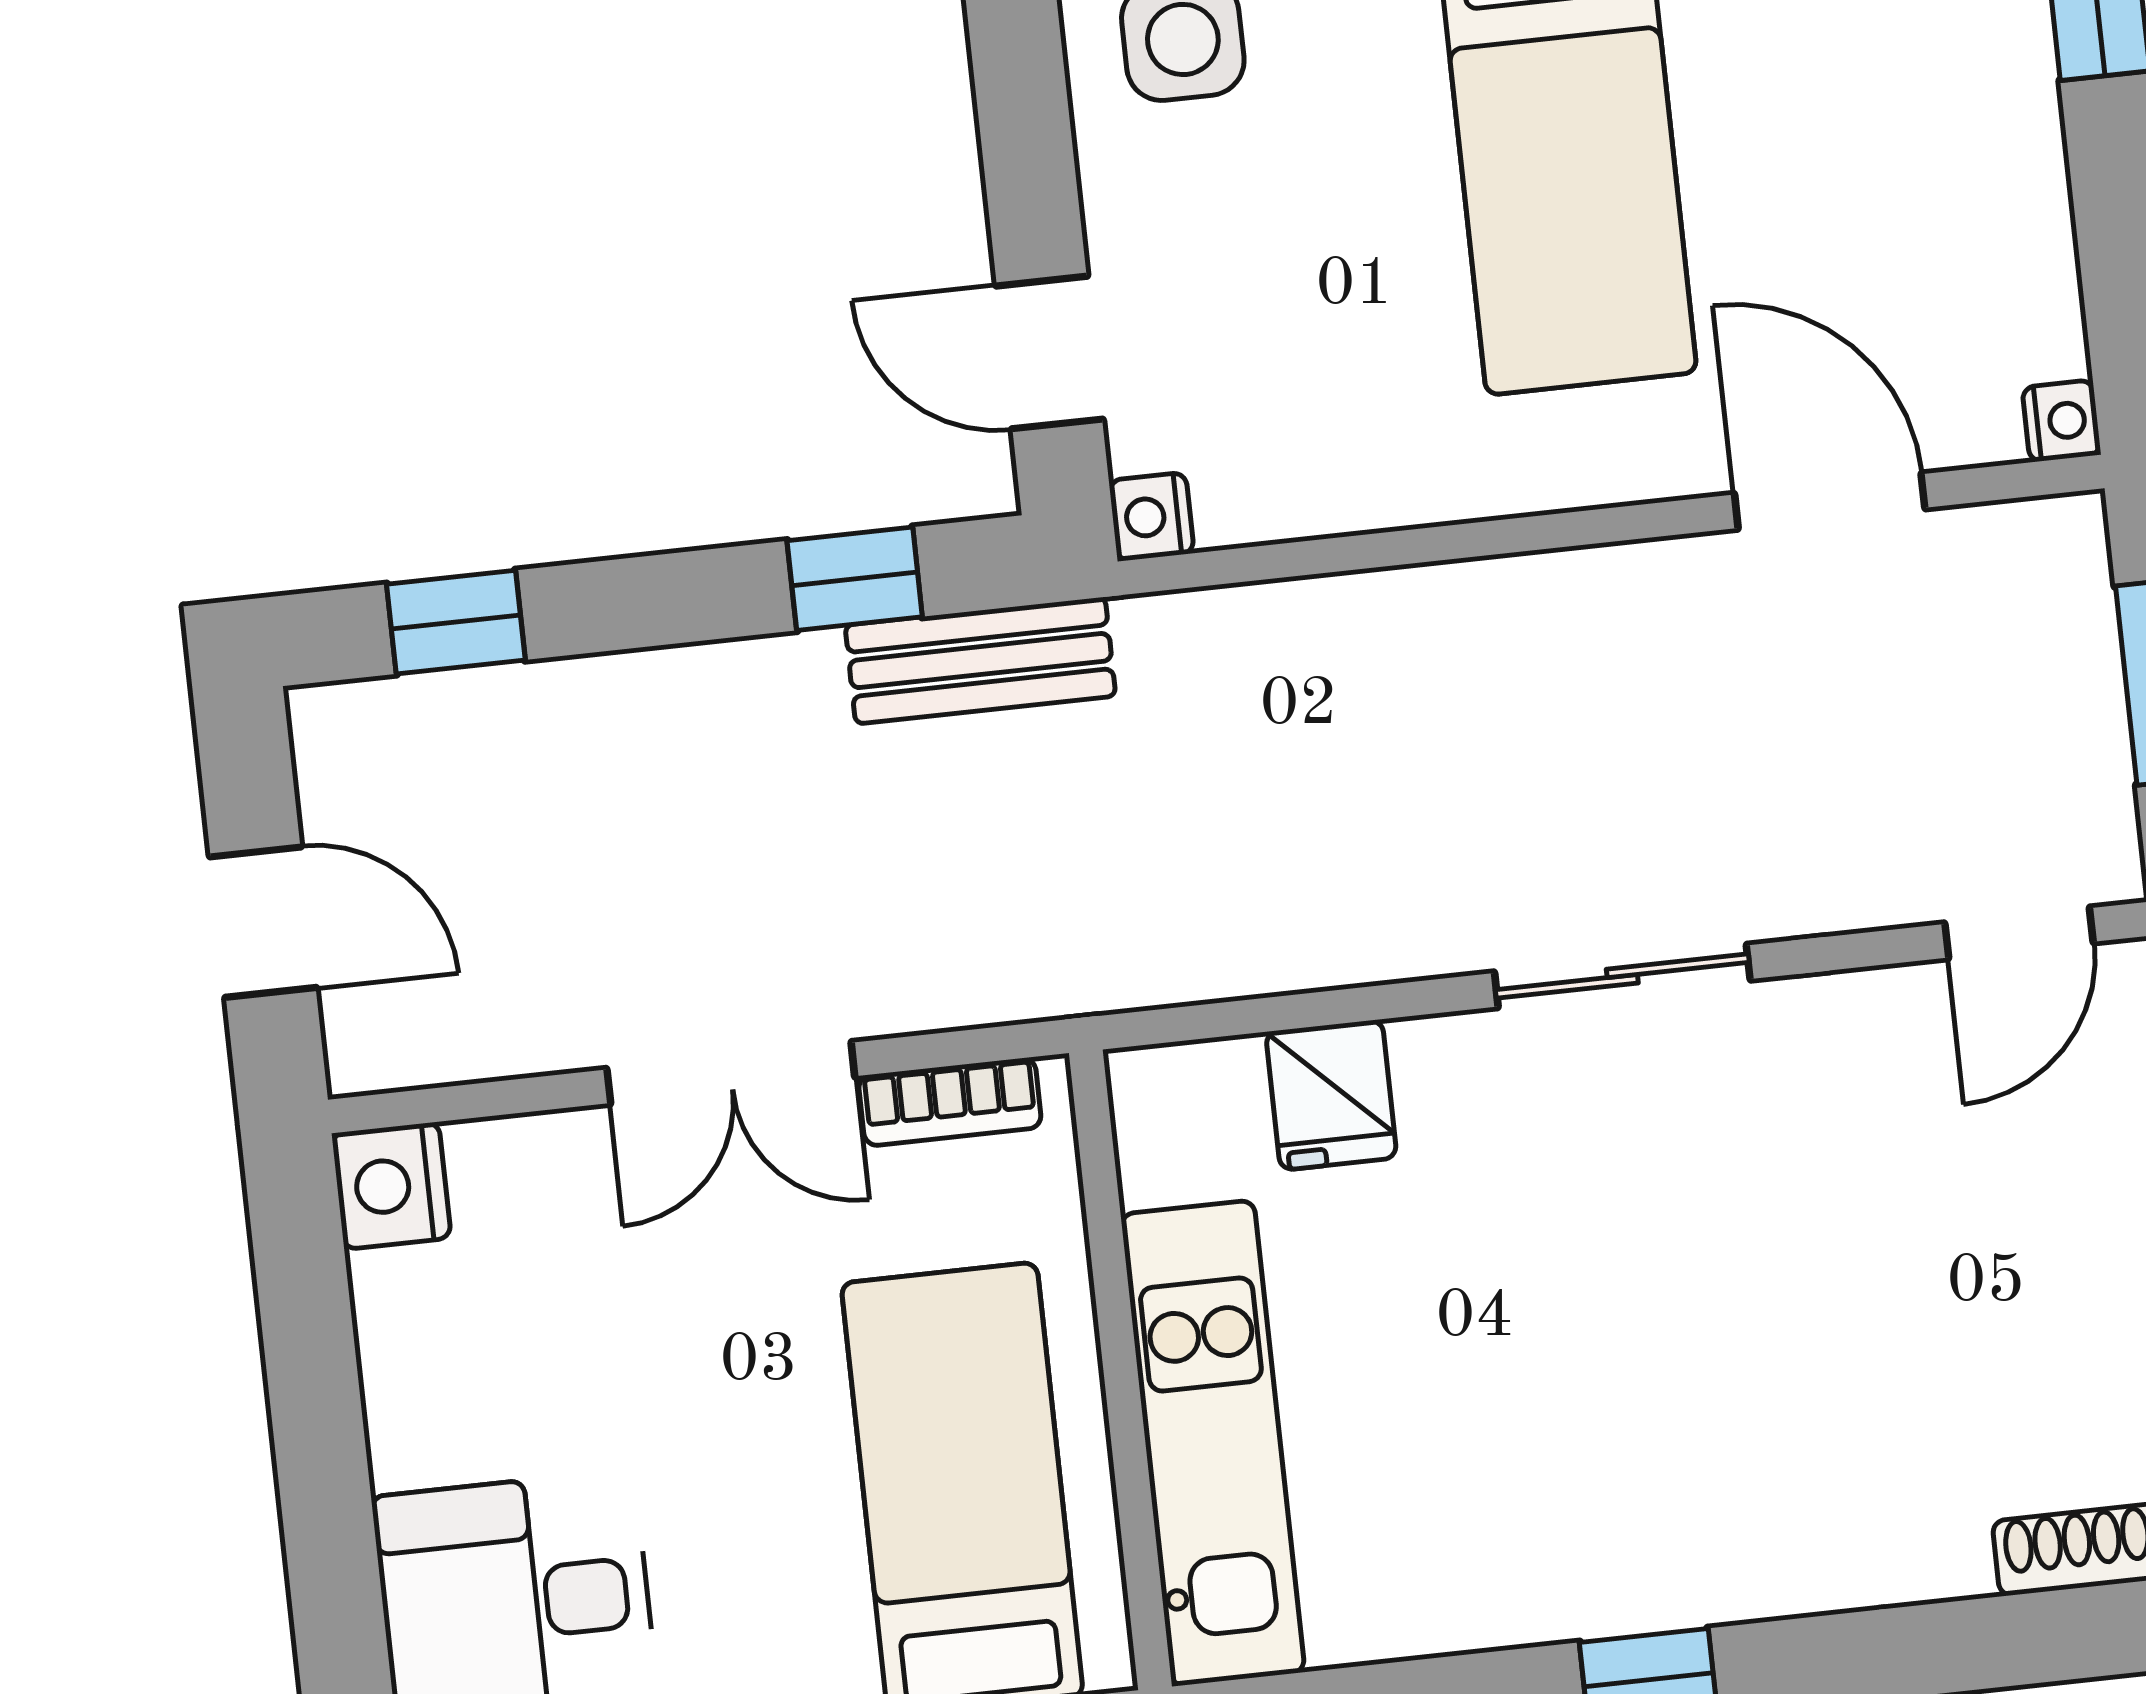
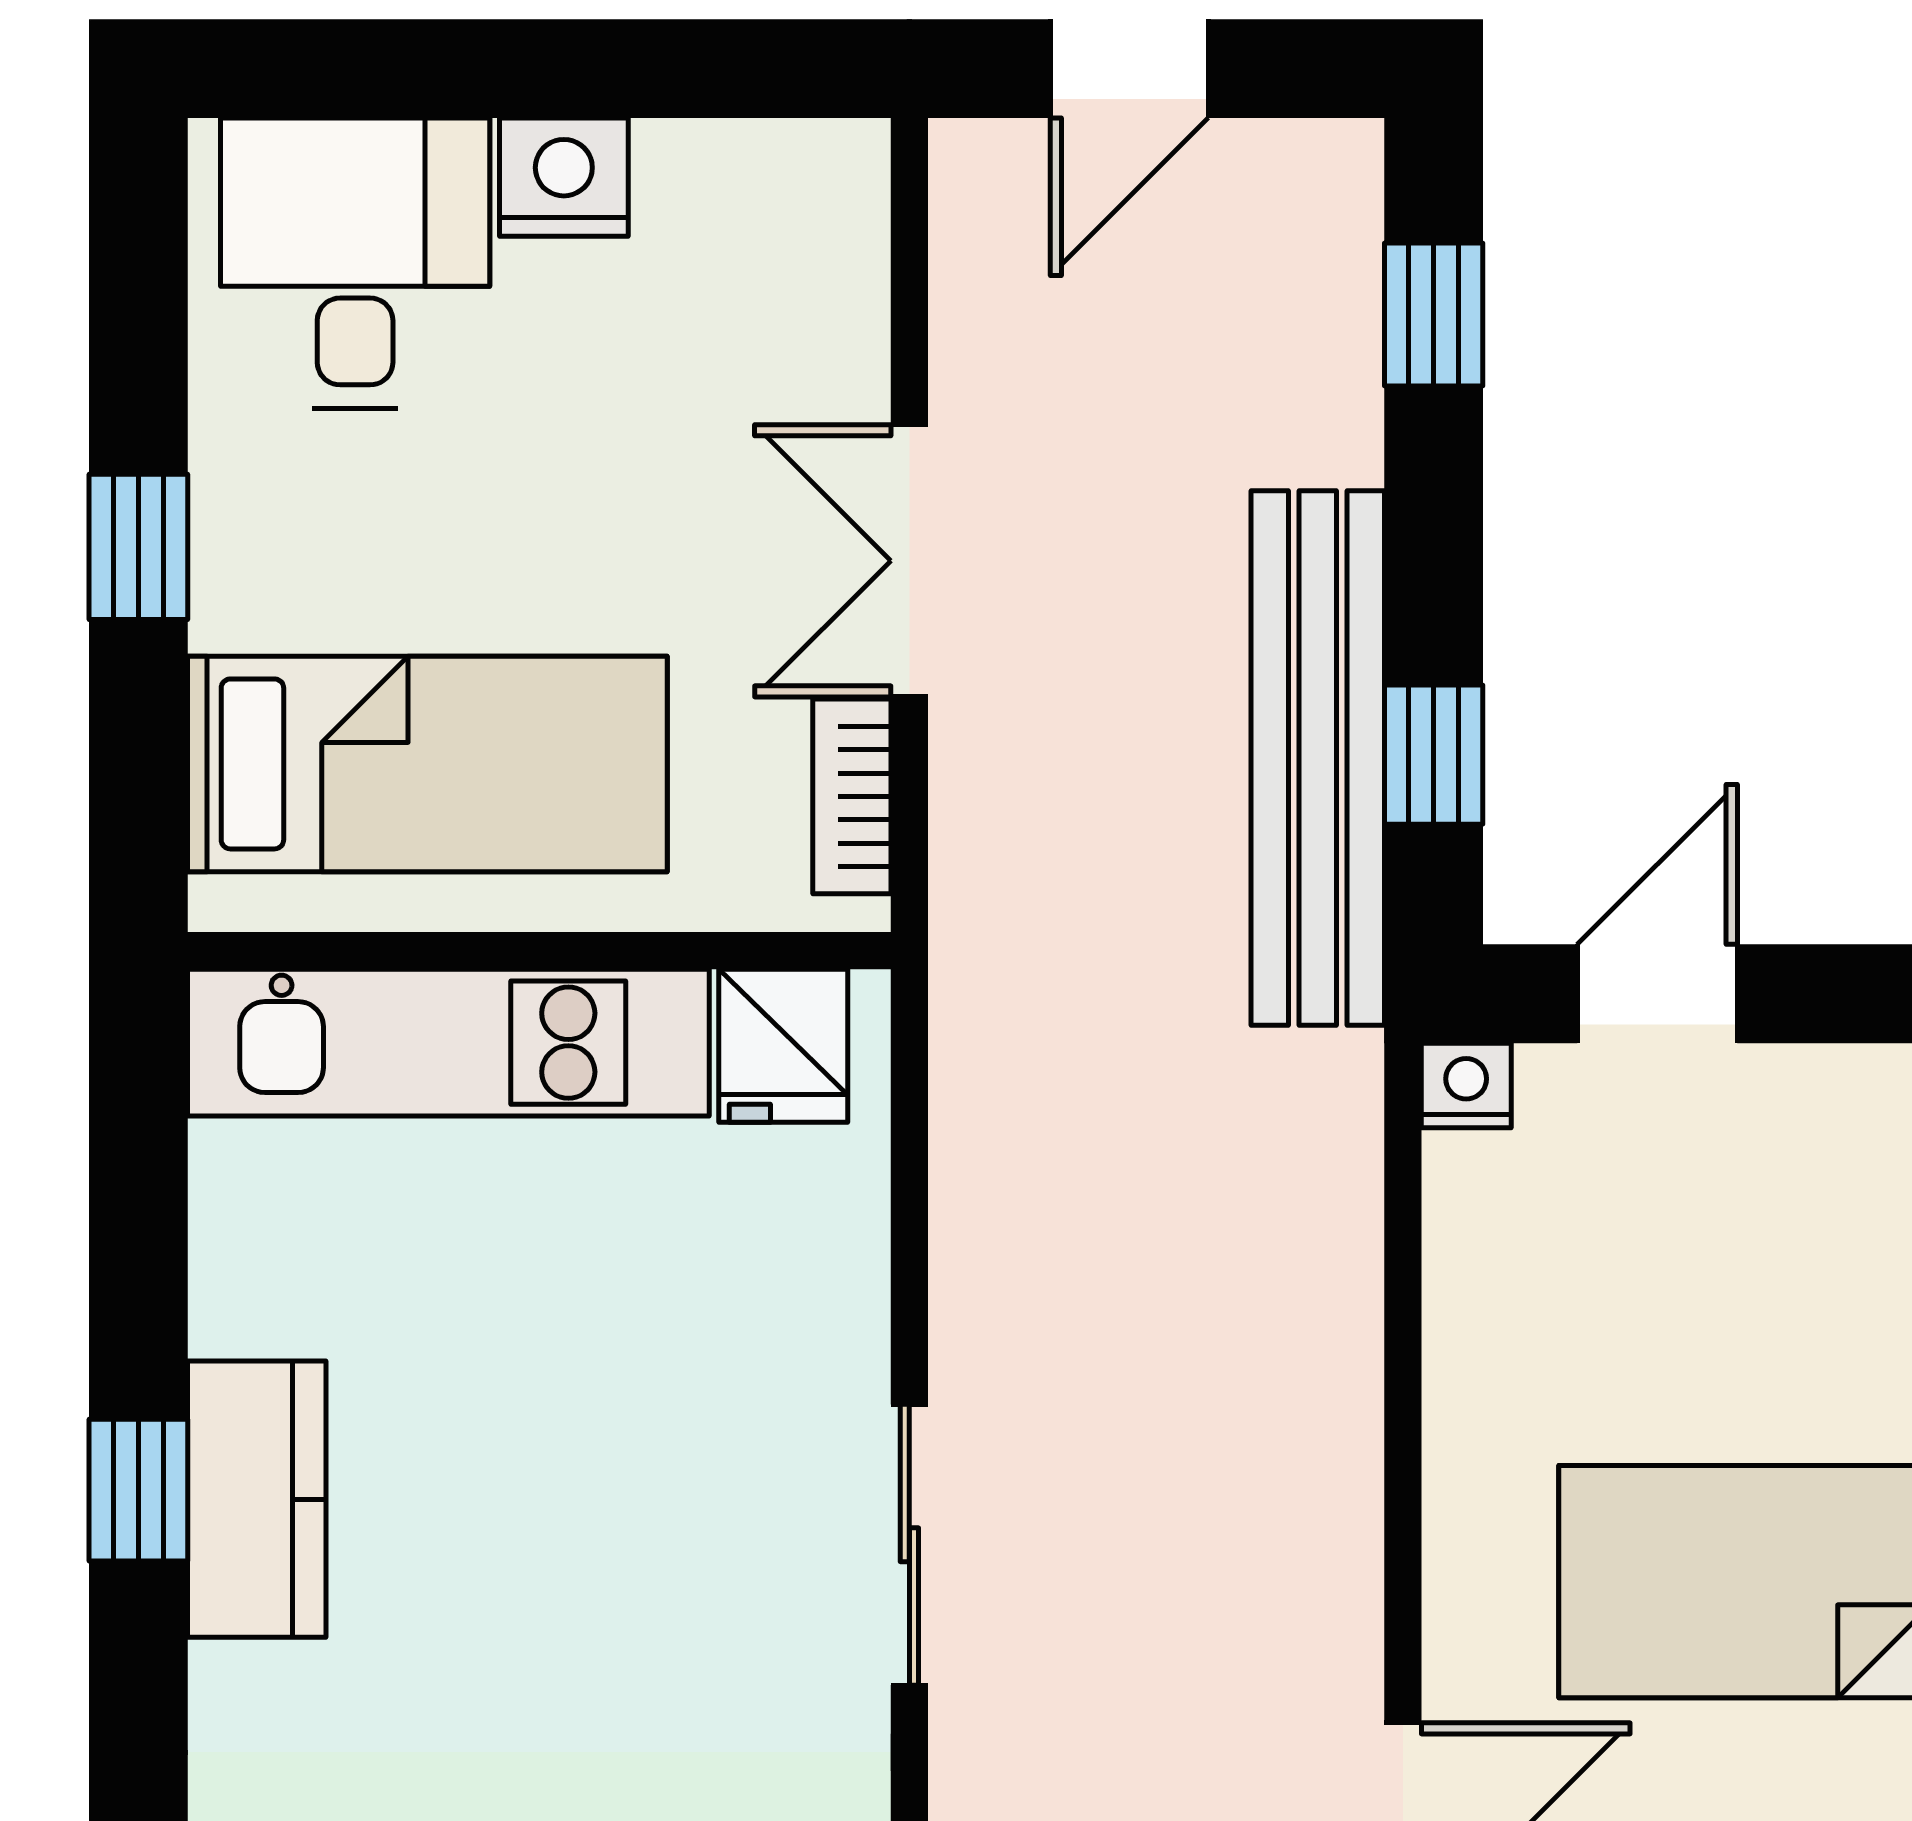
bench: (980, 661) -> (1318, 758), width x1.86, depth x1.21
fridge: (1331, 1095) -> (783, 1046), moved, turned -90
nightstand: (391, 1186) -> (564, 177), moved
kitchen counter: (1645, 1572) -> (257, 1499), added

